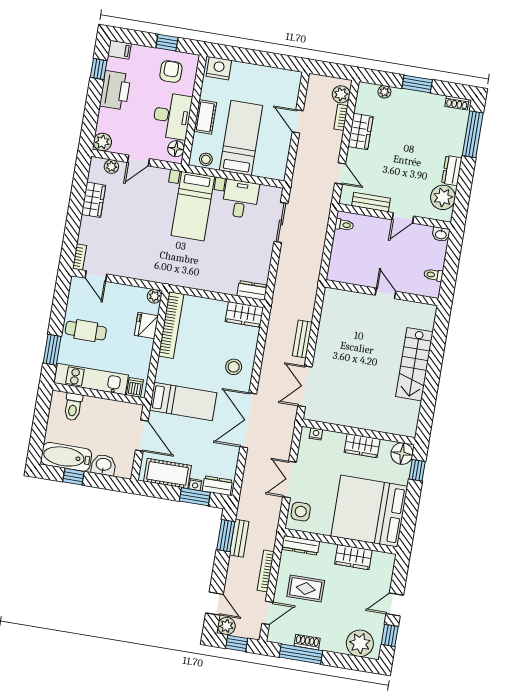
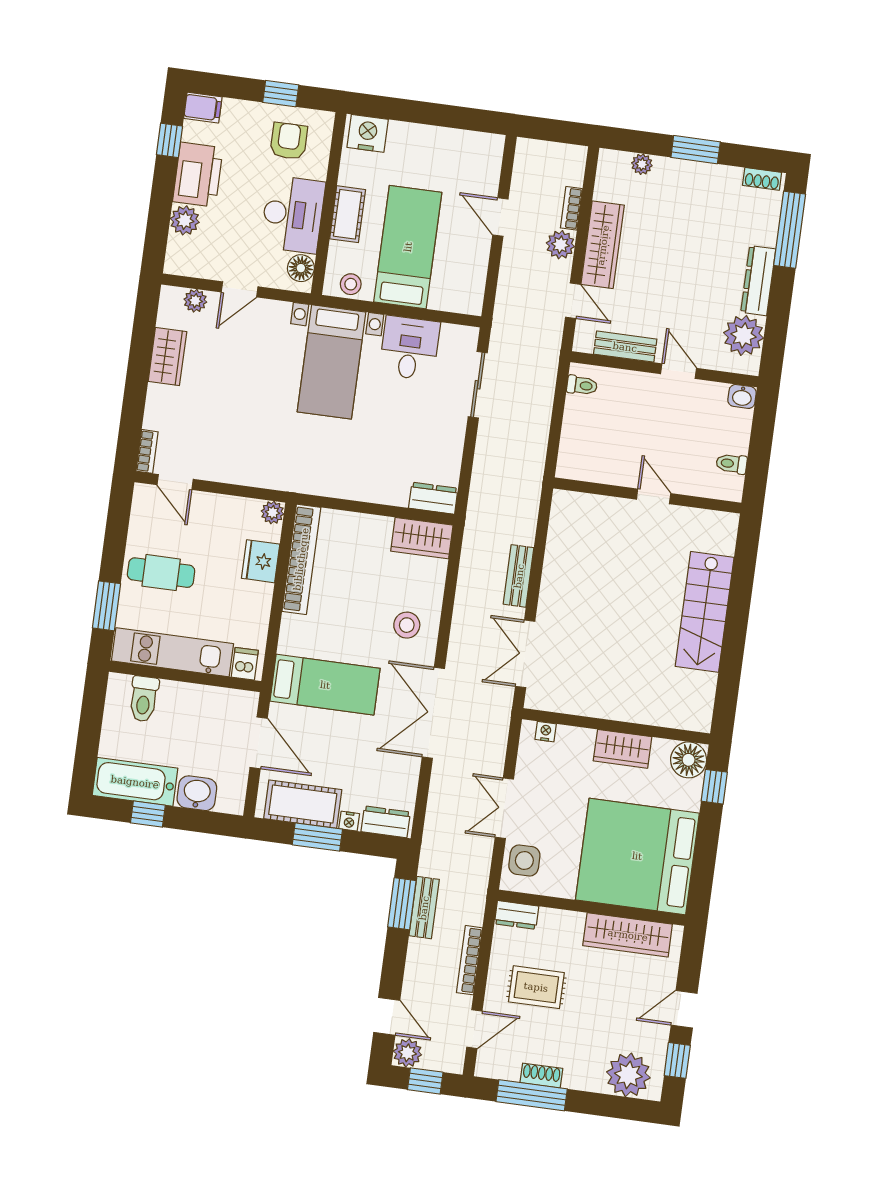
plant: (341, 94) -> (560, 245), moved
wardrobe: (361, 132) -> (603, 245), width x1.50
plant: (102, 142) -> (185, 220), moved
dresser: (452, 171) -> (758, 281), width x1.44
door: (403, 218) -> (679, 371), swing flipped
window: (195, 497) -> (317, 837), moved
dresser: (300, 545) -> (517, 915), width x0.70
wardrobe: (353, 557) -> (628, 935), width x1.50

